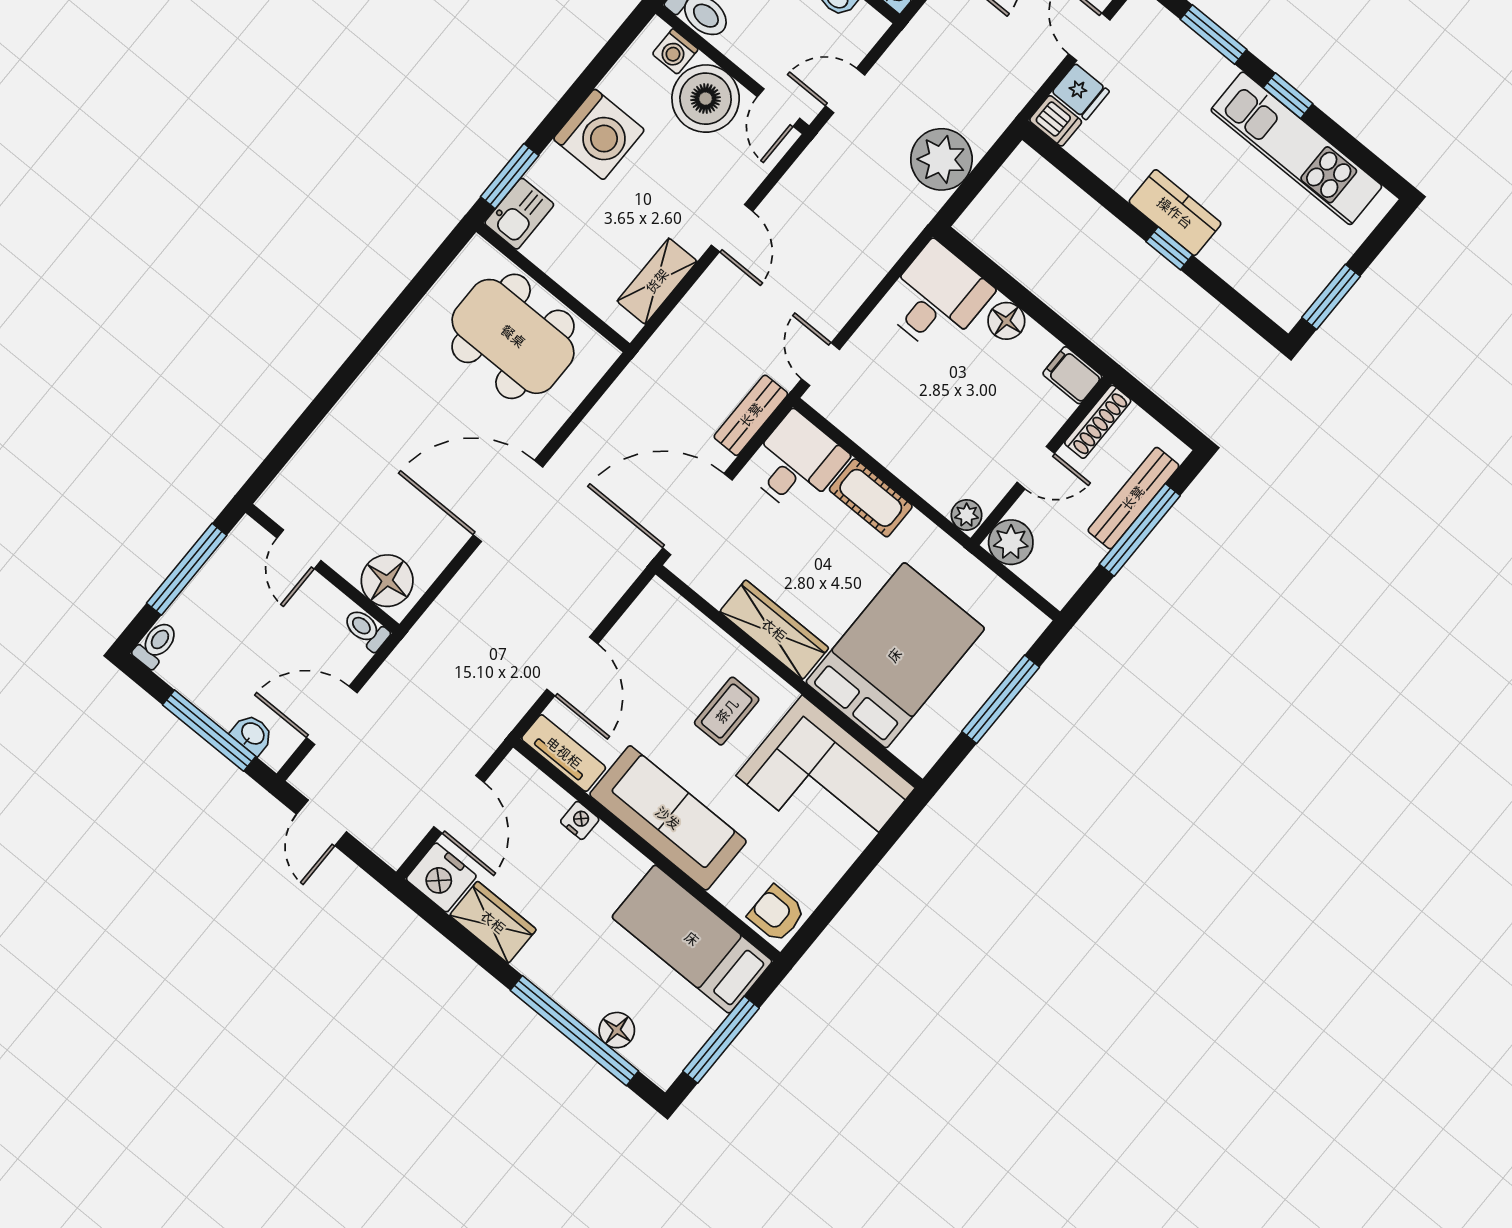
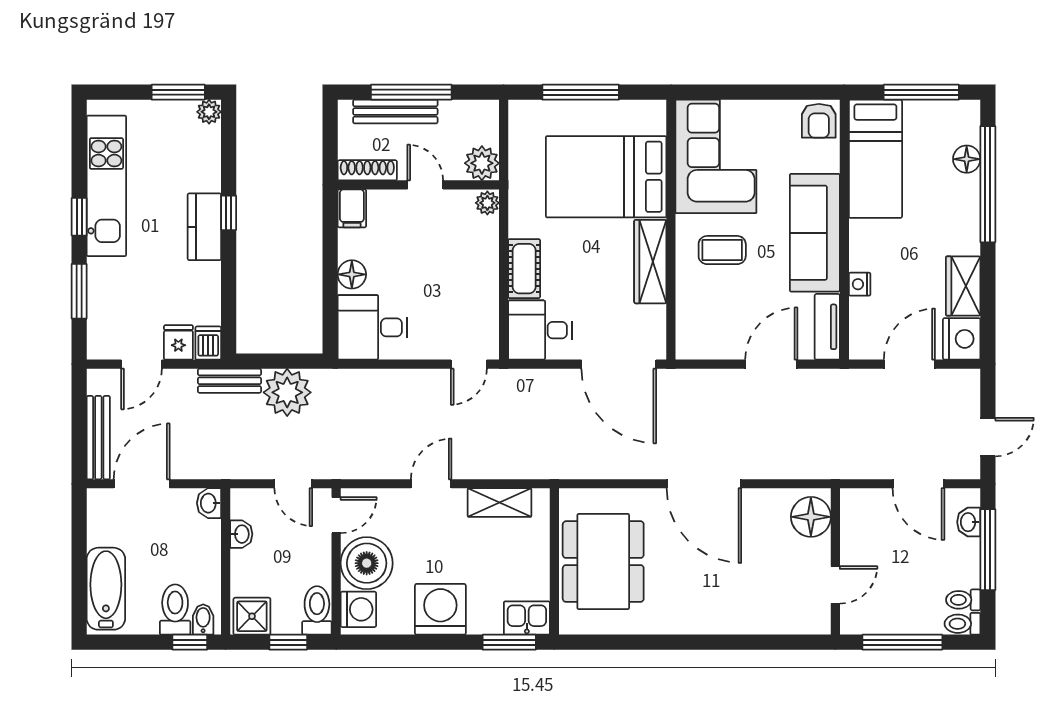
washing machine: (675, 52) -> (358, 609), width x1.38, depth x1.38
plant: (1286, 312) -> (209, 112), added
bench: (751, 415) -> (229, 381), moved
toilet: (366, 630) -> (963, 600), moved, turned 90

